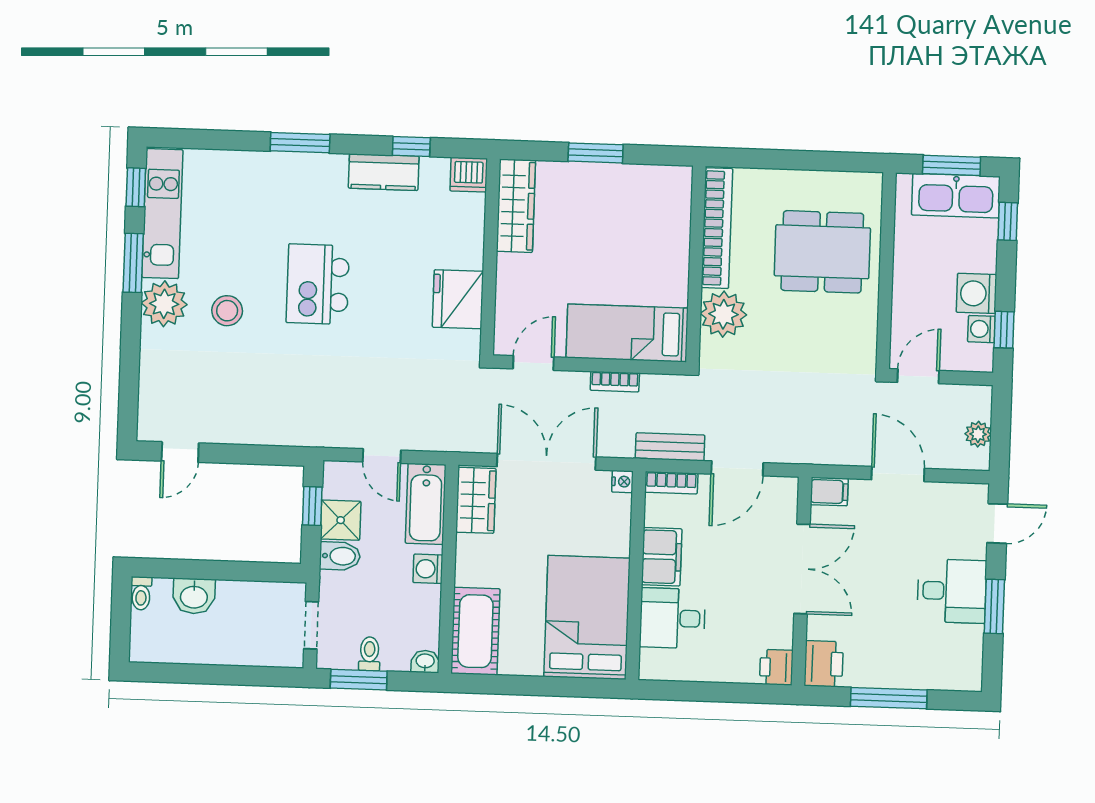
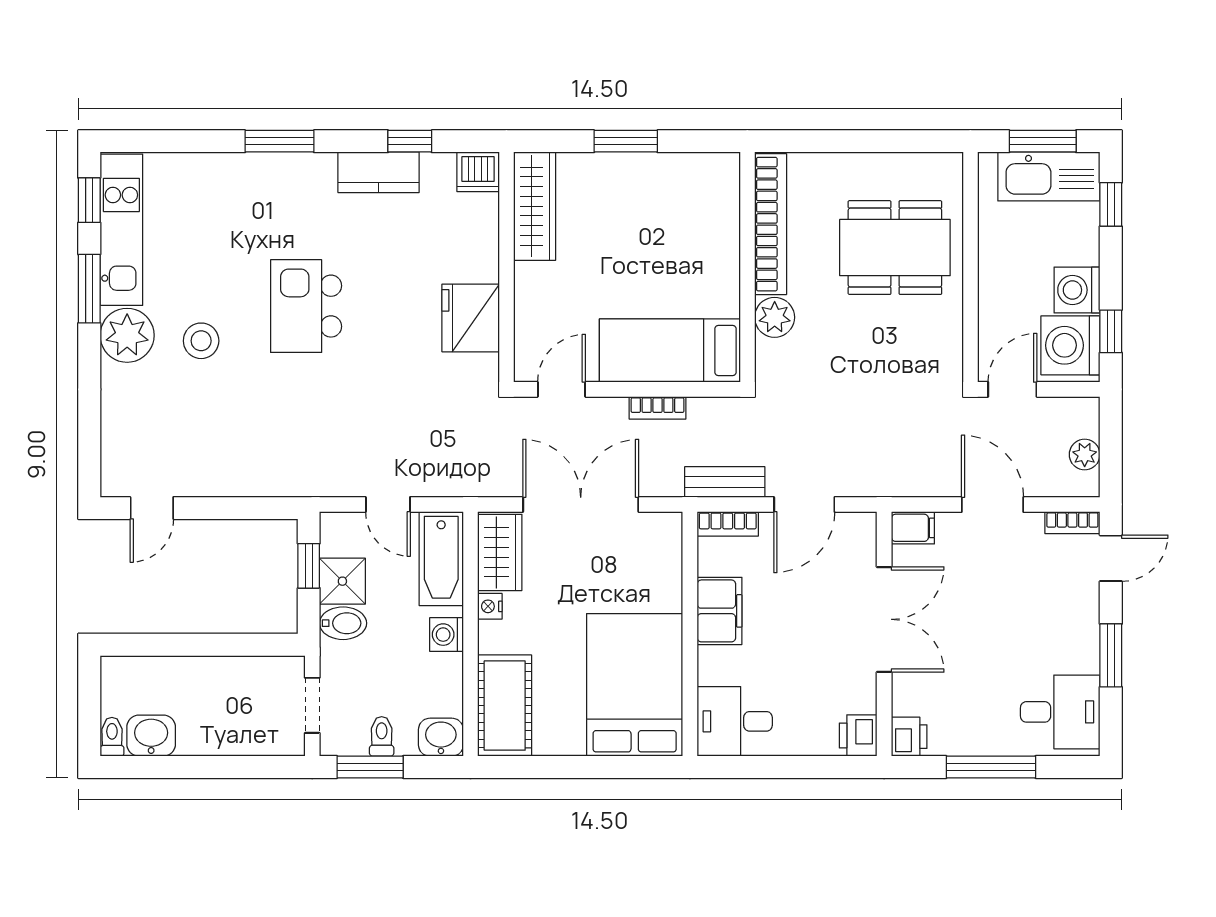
plant: (723, 314) -> (775, 317), width x0.73, depth x0.73
washing machine: (981, 329) -> (1070, 345), width x1.89, depth x1.89
nightstand: (622, 482) -> (490, 606), moved, turned 180
bookcase: (966, 492) -> (1072, 523), added
desk: (952, 591) -> (1060, 712), moved
toilet: (141, 593) -> (112, 737), moved, turned 180
washbasin: (194, 596) -> (151, 736), moved, turned 180
desk: (673, 618) -> (735, 721), moved
washbasin: (425, 661) -> (441, 737), width x1.38, depth x1.45
printer: (824, 664) -> (909, 737), width x0.73, depth x0.81

